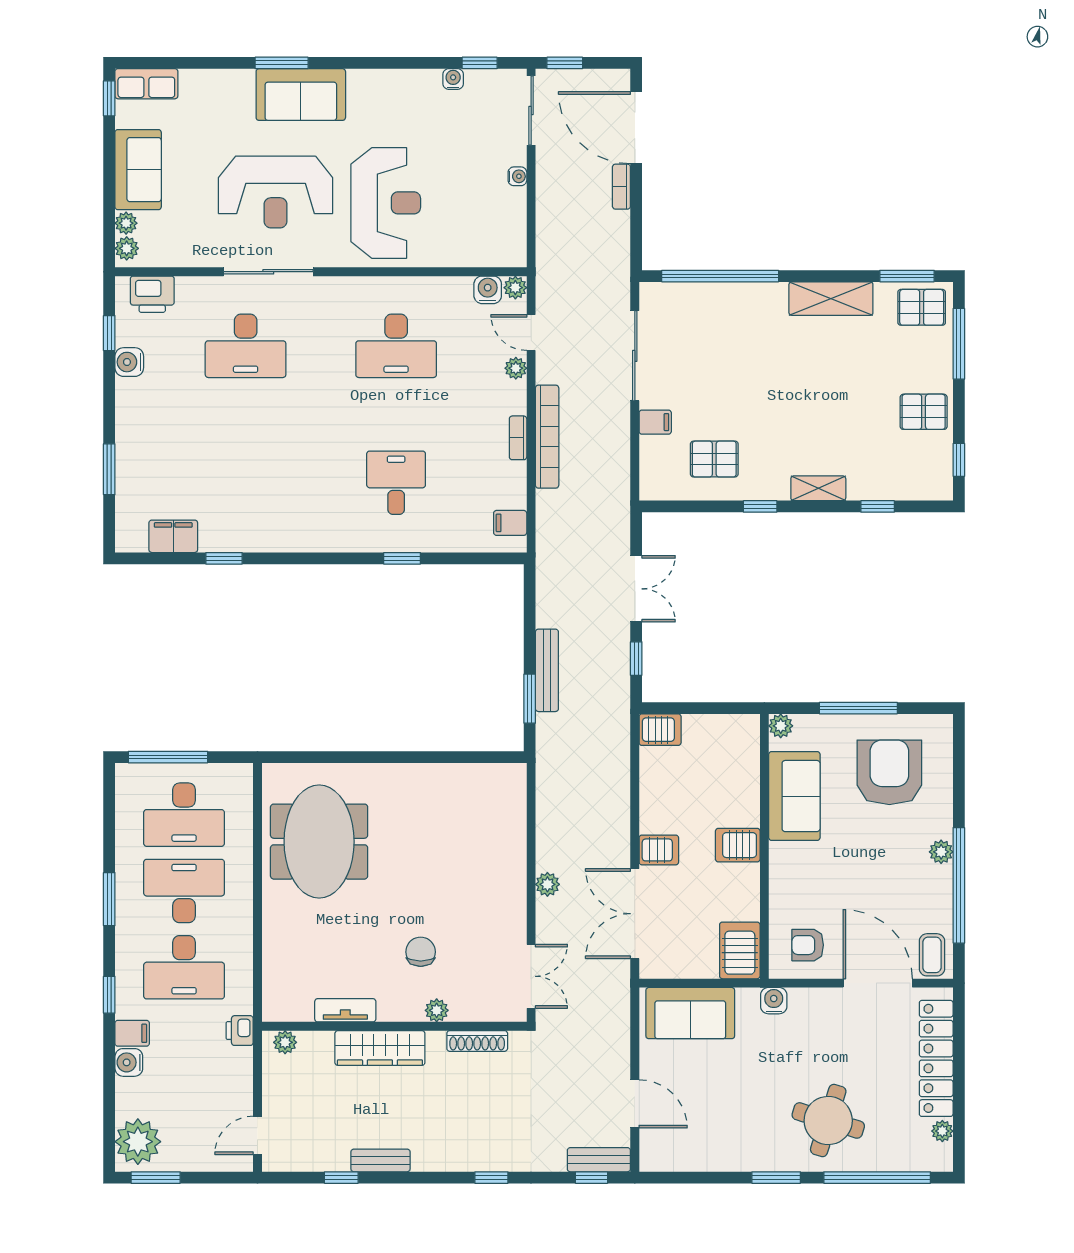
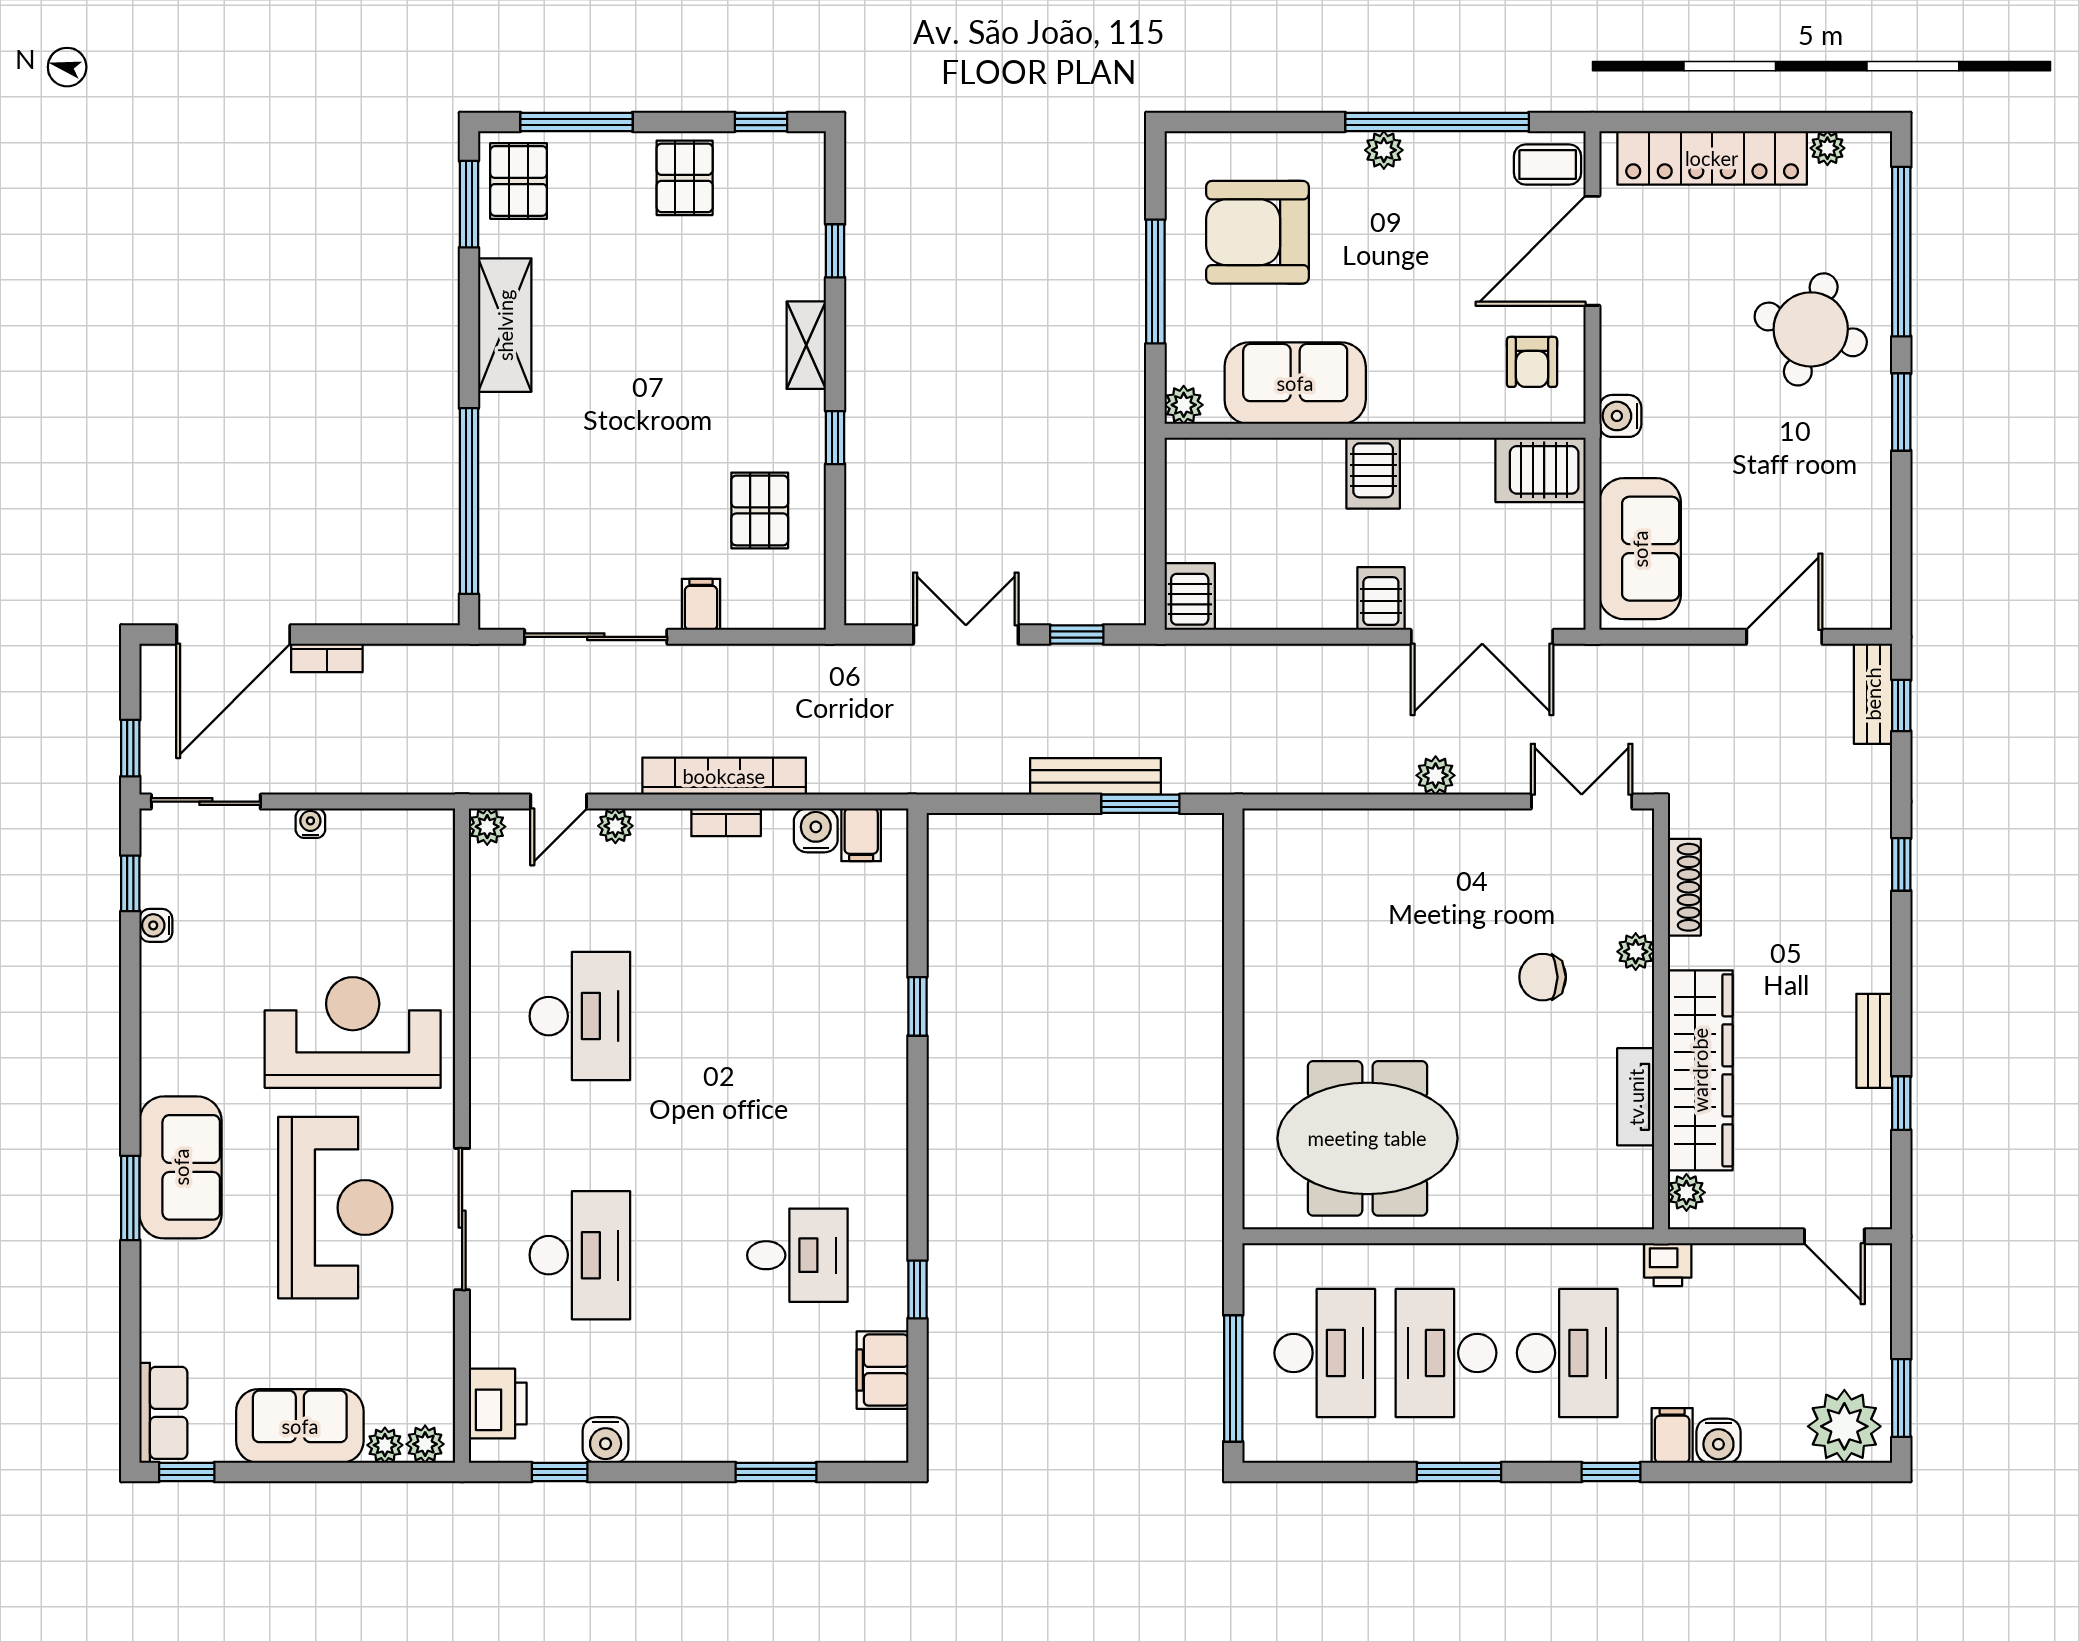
water cooler: (488, 290) -> (816, 830), moved, turned 90
desk: (396, 483) -> (797, 1255), moved, turned 180
wardrobe: (380, 1048) -> (1700, 1070), width x1.40, depth x1.17

